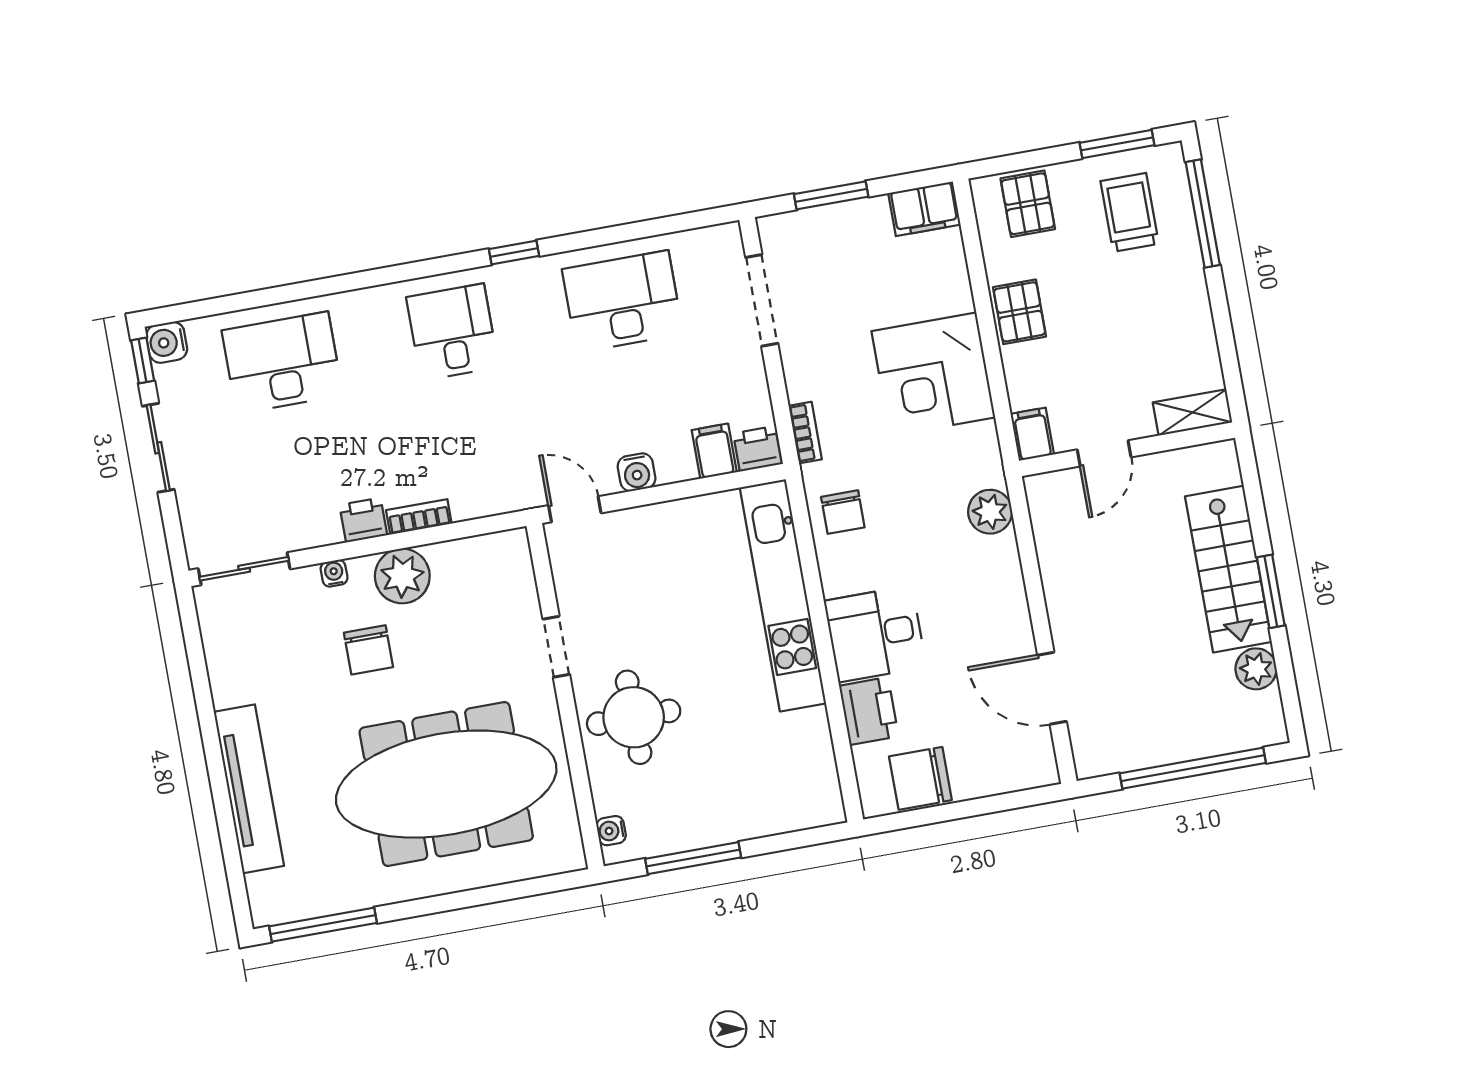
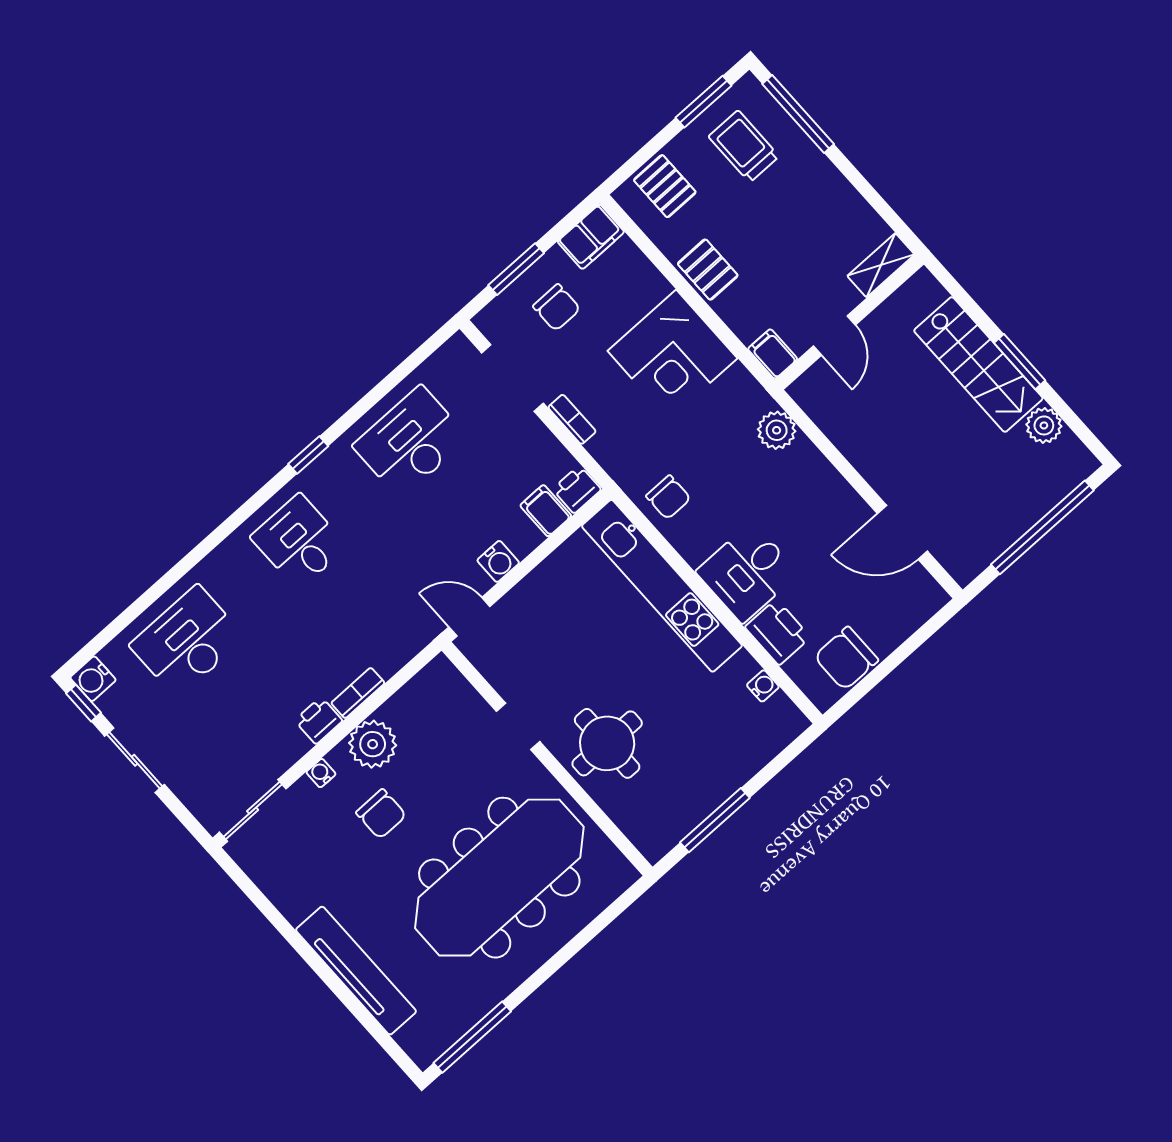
chair: (848, 258) -> (557, 308), added
bookcase: (805, 433) -> (572, 419), moved
water cooler: (611, 831) -> (763, 686), moved, turned 180

